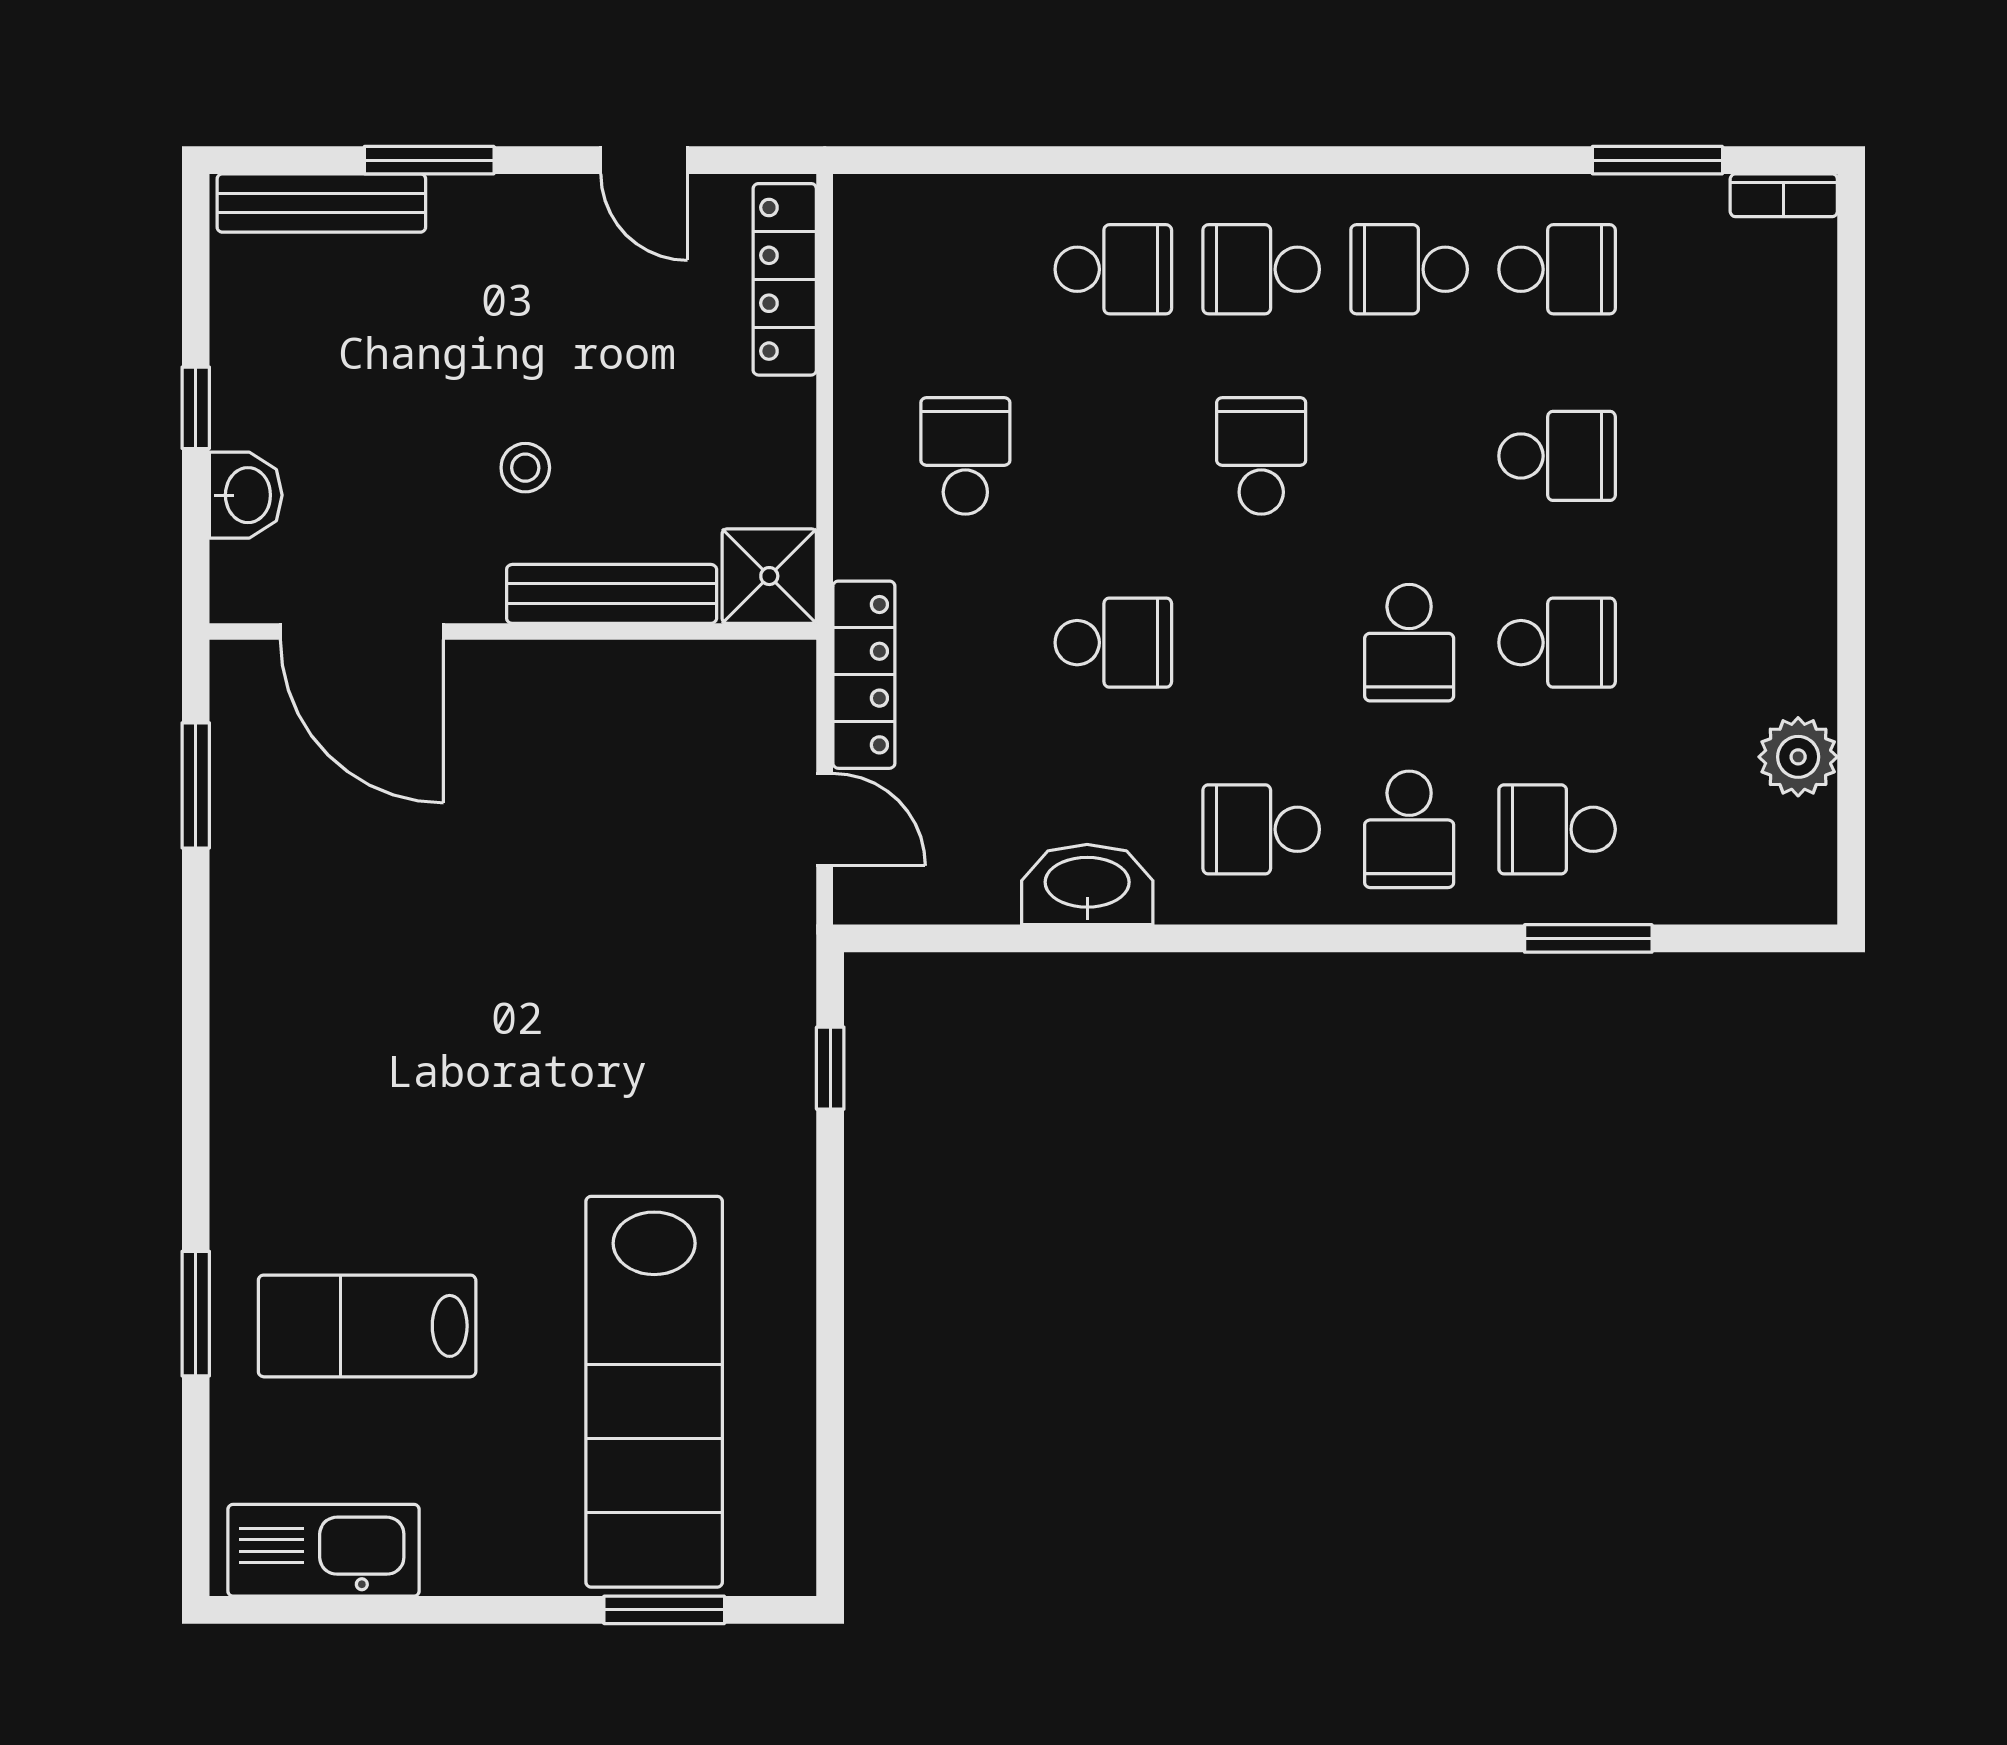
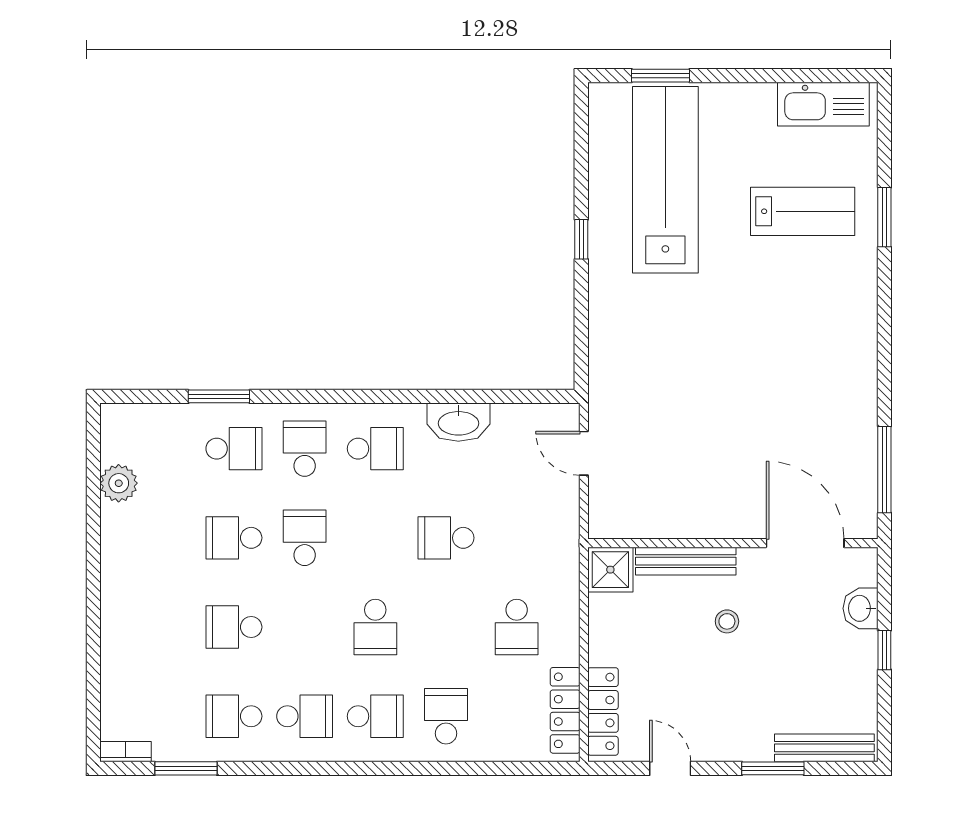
school desk: (1113, 269) -> (446, 716), turned 90
locker: (864, 675) -> (565, 710), moved
window: (196, 785) -> (884, 470), width x1.44
window: (830, 1068) -> (581, 239), moved

